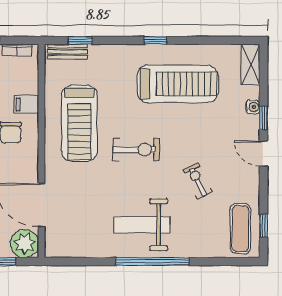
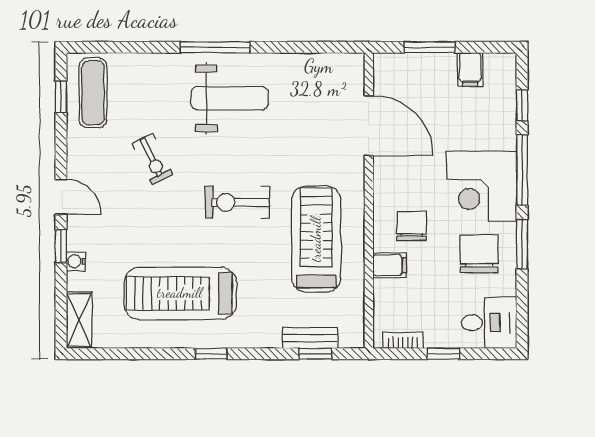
bench: (67, 52) -> (310, 338), moved
plant: (24, 244) -> (392, 72), removed
window: (152, 261) -> (215, 47), width x0.68

